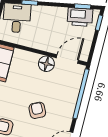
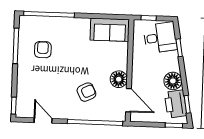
floor lamp: (59, 15) -> (173, 81), added
armchair: (37, 110) -> (86, 92), moved

